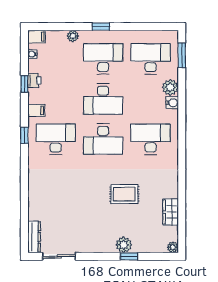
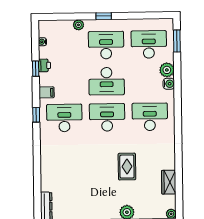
filing cabinet: (37, 37) -> (46, 26), removed
desk: (103, 139) -> (107, 117), turned 180
rug: (124, 194) -> (127, 167), turned 90

